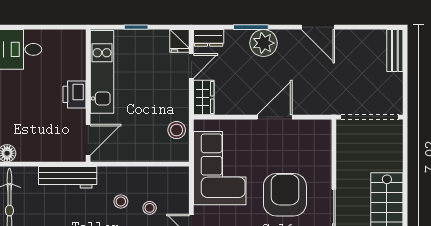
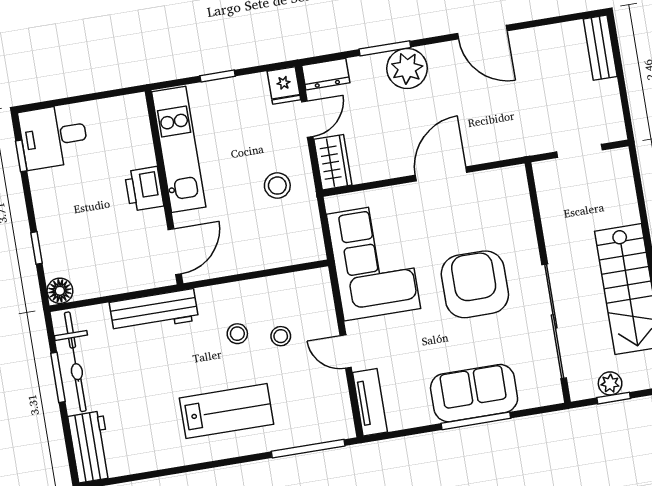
doorway: (370, 117) -> (580, 151), width x0.53
stool: (177, 130) -> (277, 186), moved

